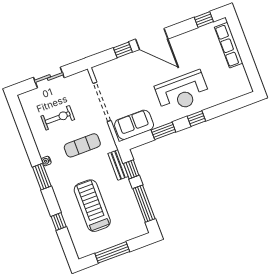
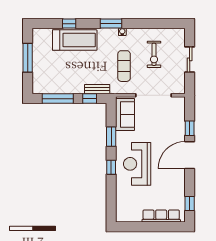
treadmill: (92, 206) -> (75, 40), moved

